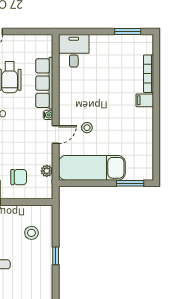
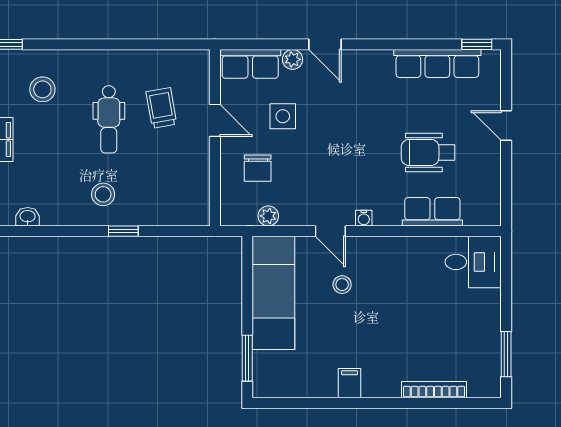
row of seats: (44, 83) -> (432, 212), width x0.68
filing cabinet: (145, 100) -> (350, 383), moved
stool: (31, 233) -> (103, 194), moved

